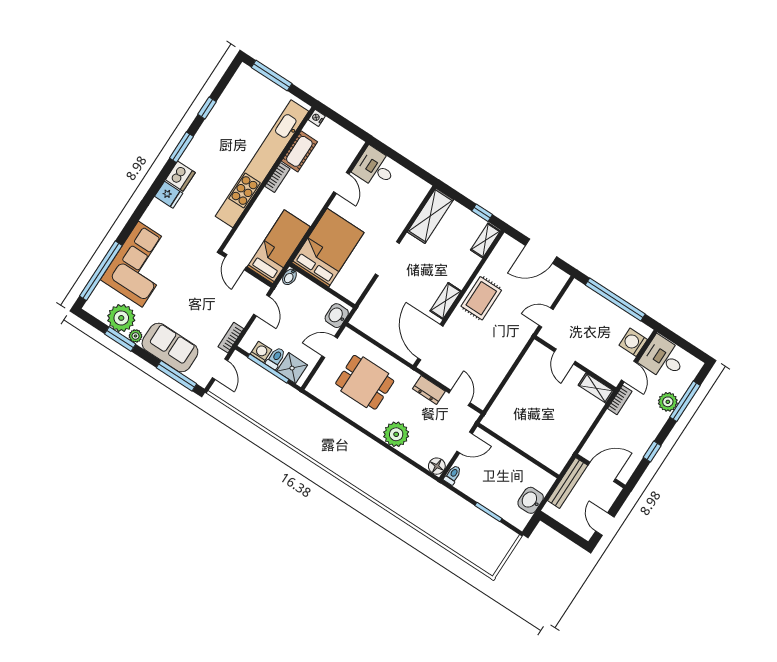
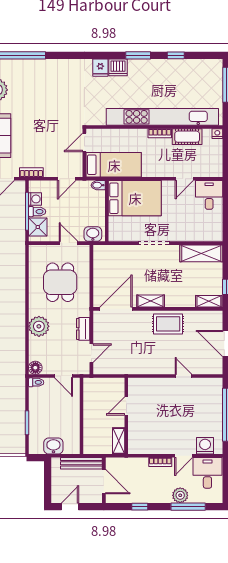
corner sofa: (140, 264) -> (41, 79), removed
door: (565, 357) -> (126, 406), moved
wall: (575, 363) -> (126, 416), moved
shelving: (596, 388) -> (119, 441), moved

